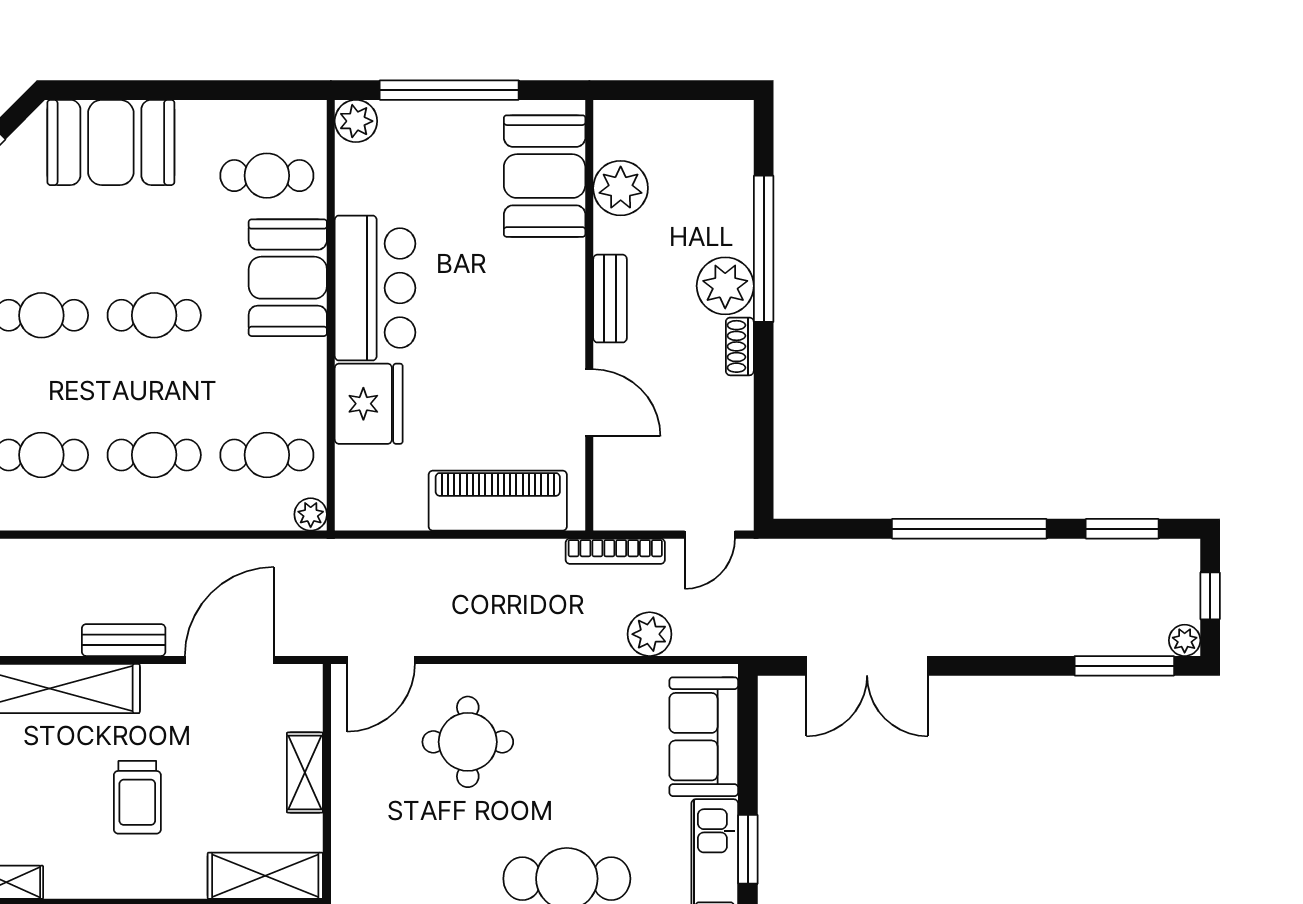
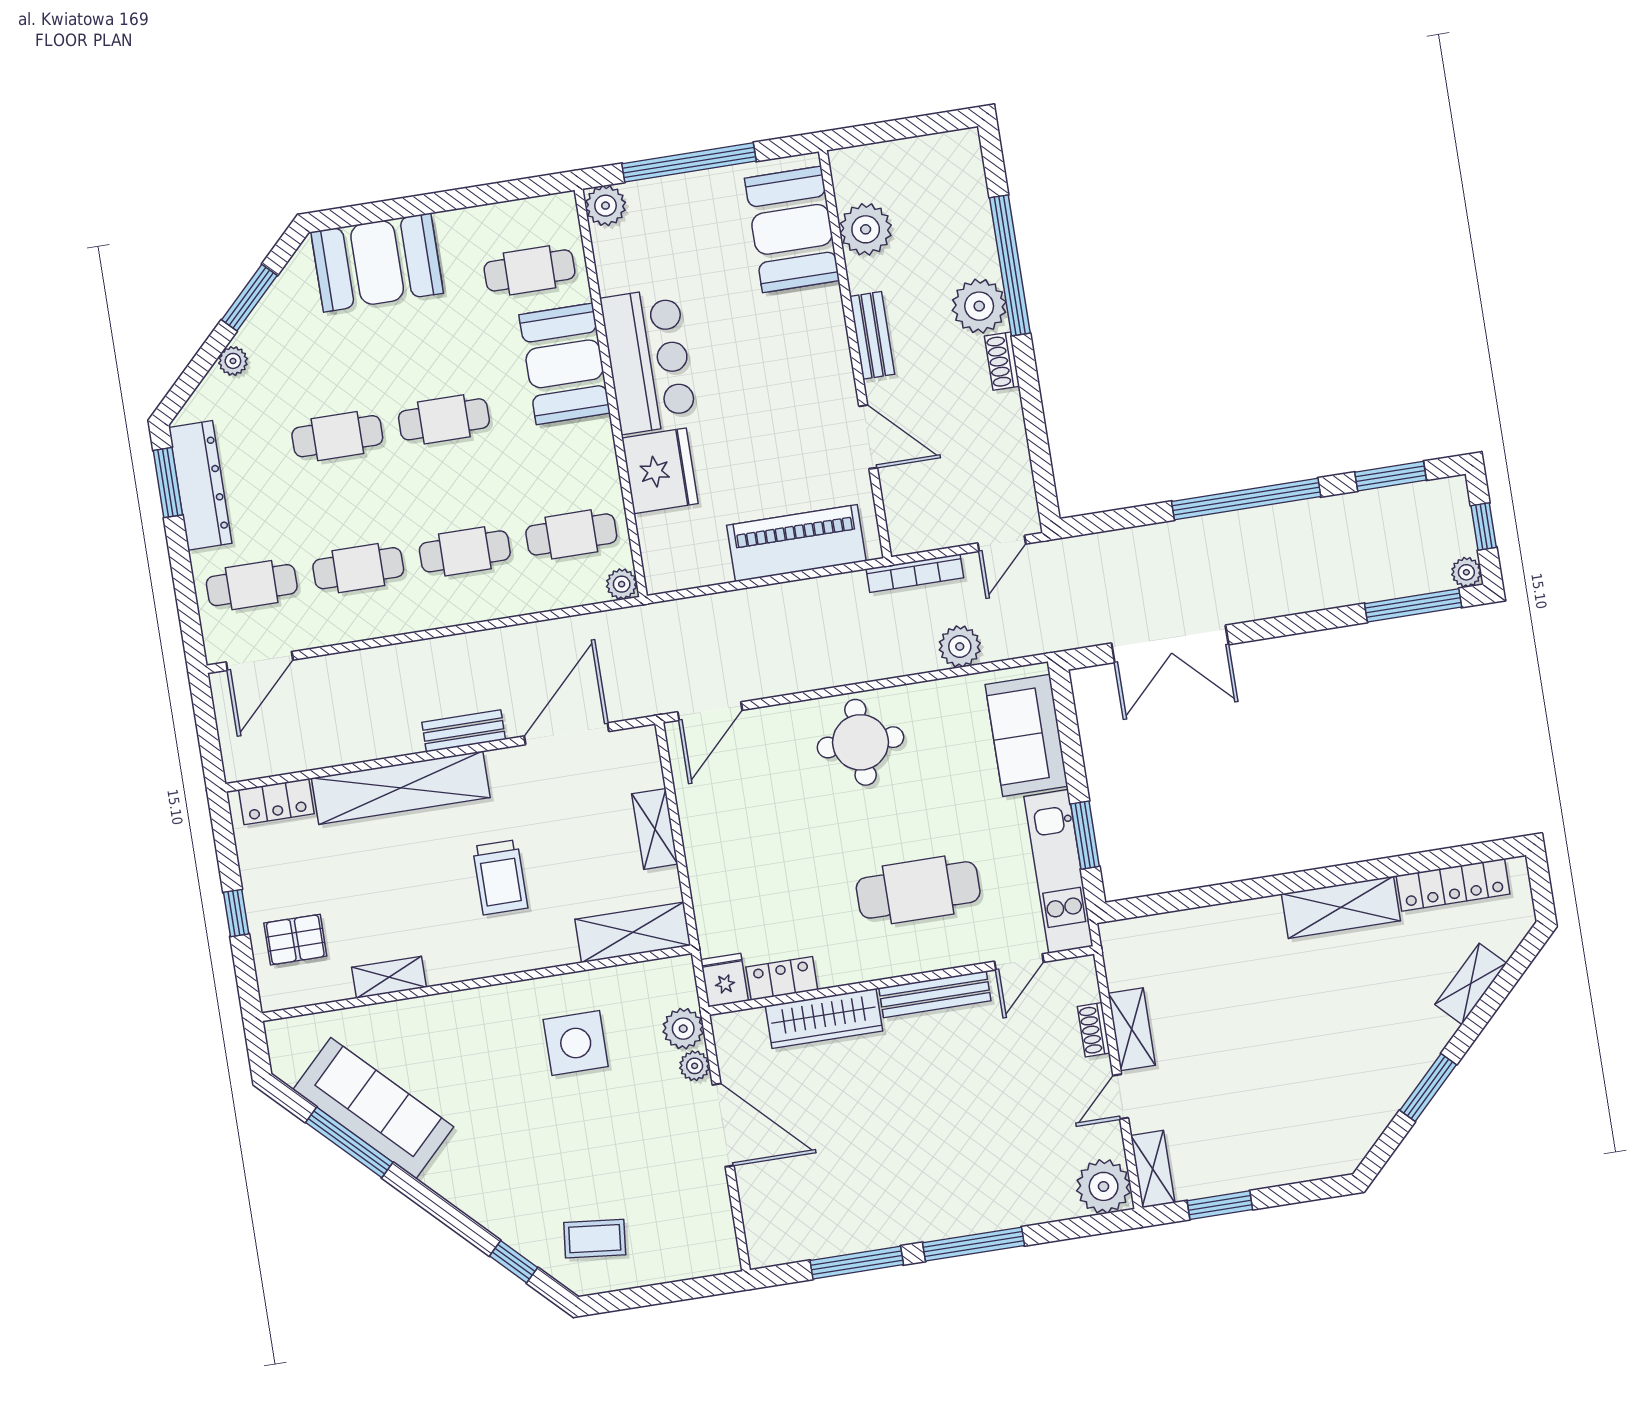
round table: (468, 742) -> (860, 742), moved

